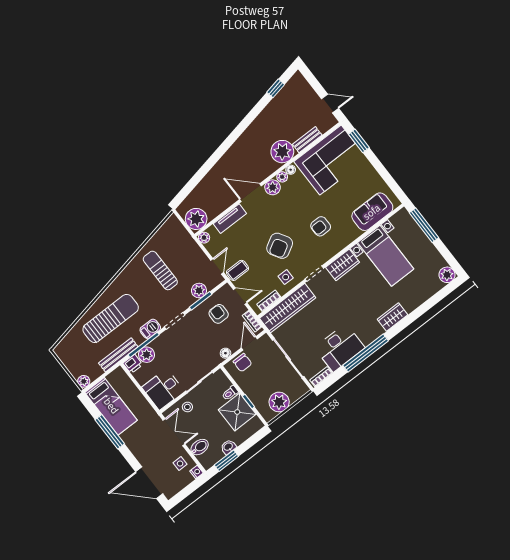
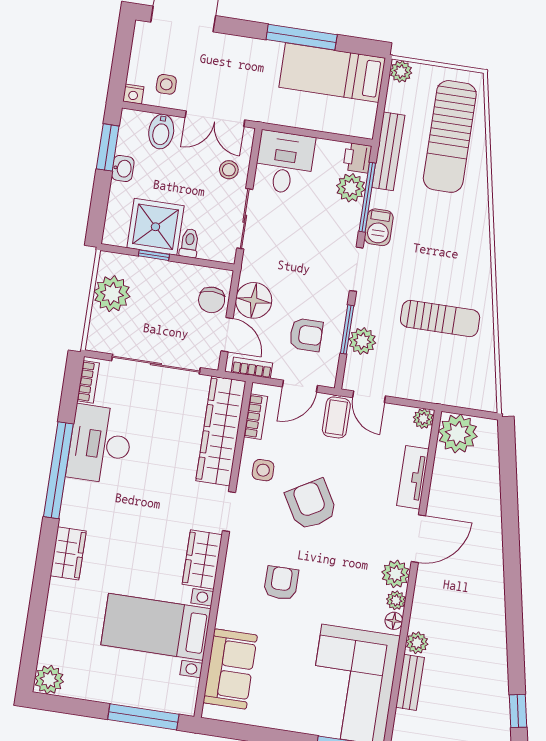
plant: (282, 152) -> (417, 643), width x0.53, depth x0.53
sun lounger: (111, 318) -> (450, 136), moved
floor lamp: (225, 353) -> (254, 300), width x1.89, depth x1.89
chair: (243, 363) -> (212, 300), turned -90

